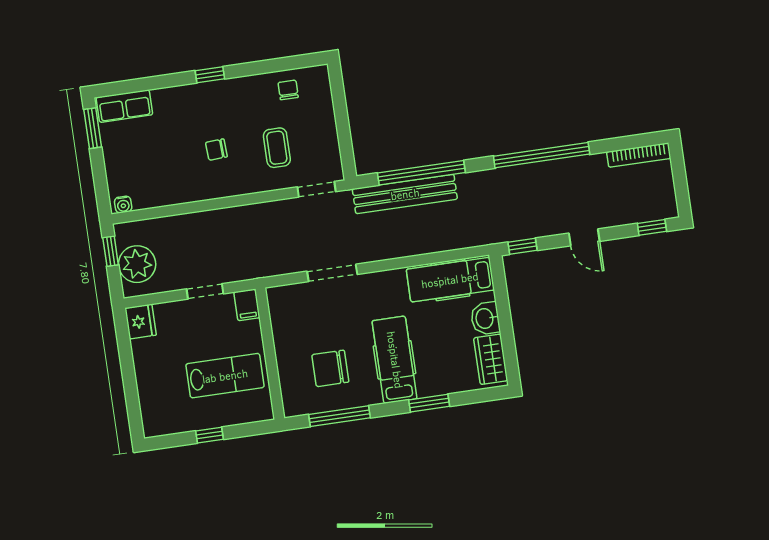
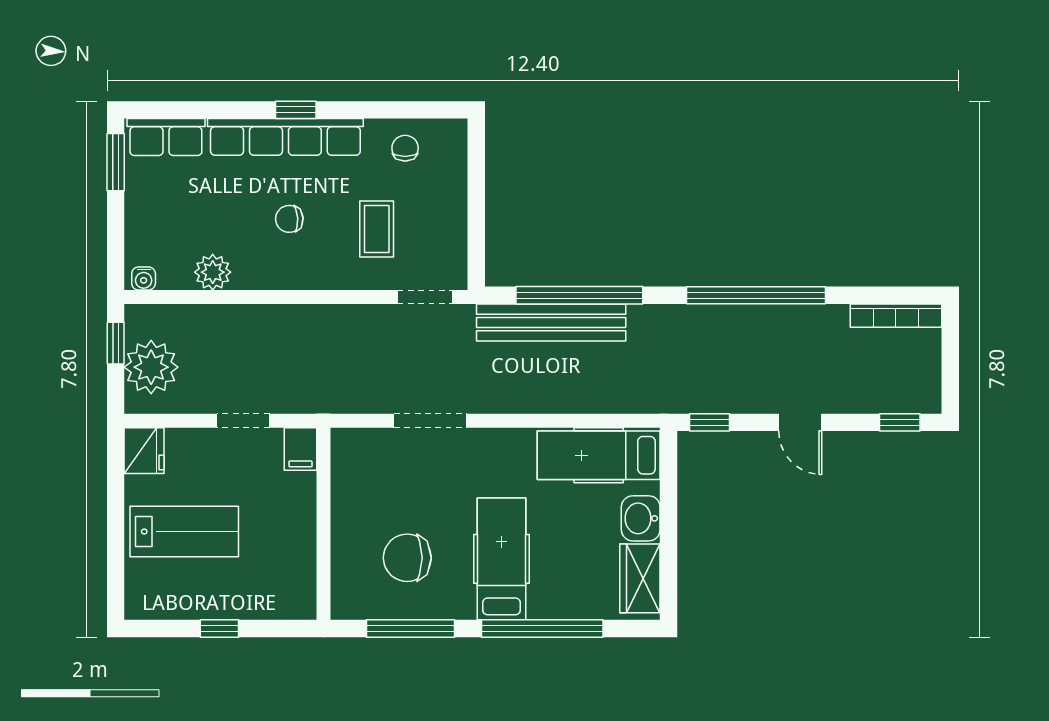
row of seats: (206, 94) -> (285, 137), added
plant: (170, 193) -> (213, 272), added
lab bench: (225, 376) -> (184, 532), moved
window: (429, 403) -> (542, 628), width x2.11

